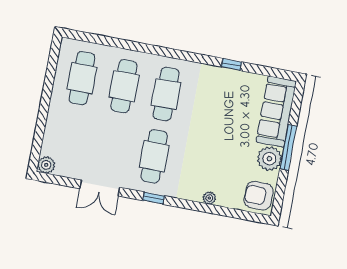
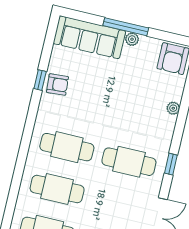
armchair: (228, 82) -> (58, 85), added
plant: (269, 159) -> (132, 39), width x0.53, depth x0.53

